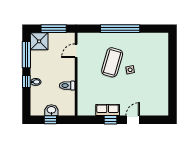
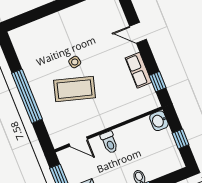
toilet: (67, 86) -> (109, 142), moved
washbasin: (51, 110) -> (159, 121), moved
window: (111, 120) -> (158, 82), moved

